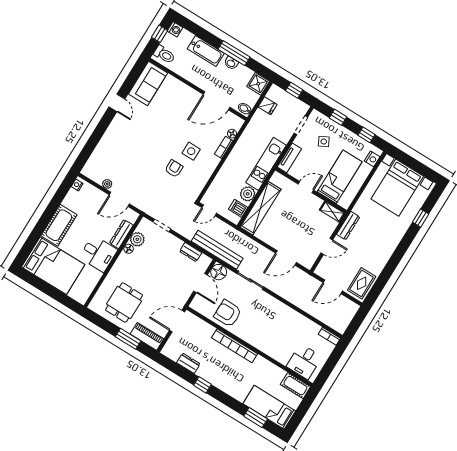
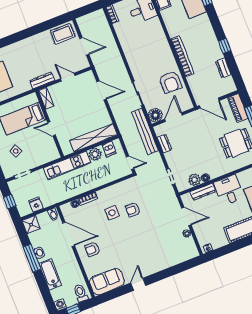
armchair: (184, 104) -> (92, 249), added
tv unit: (289, 158) -> (48, 157), removed

